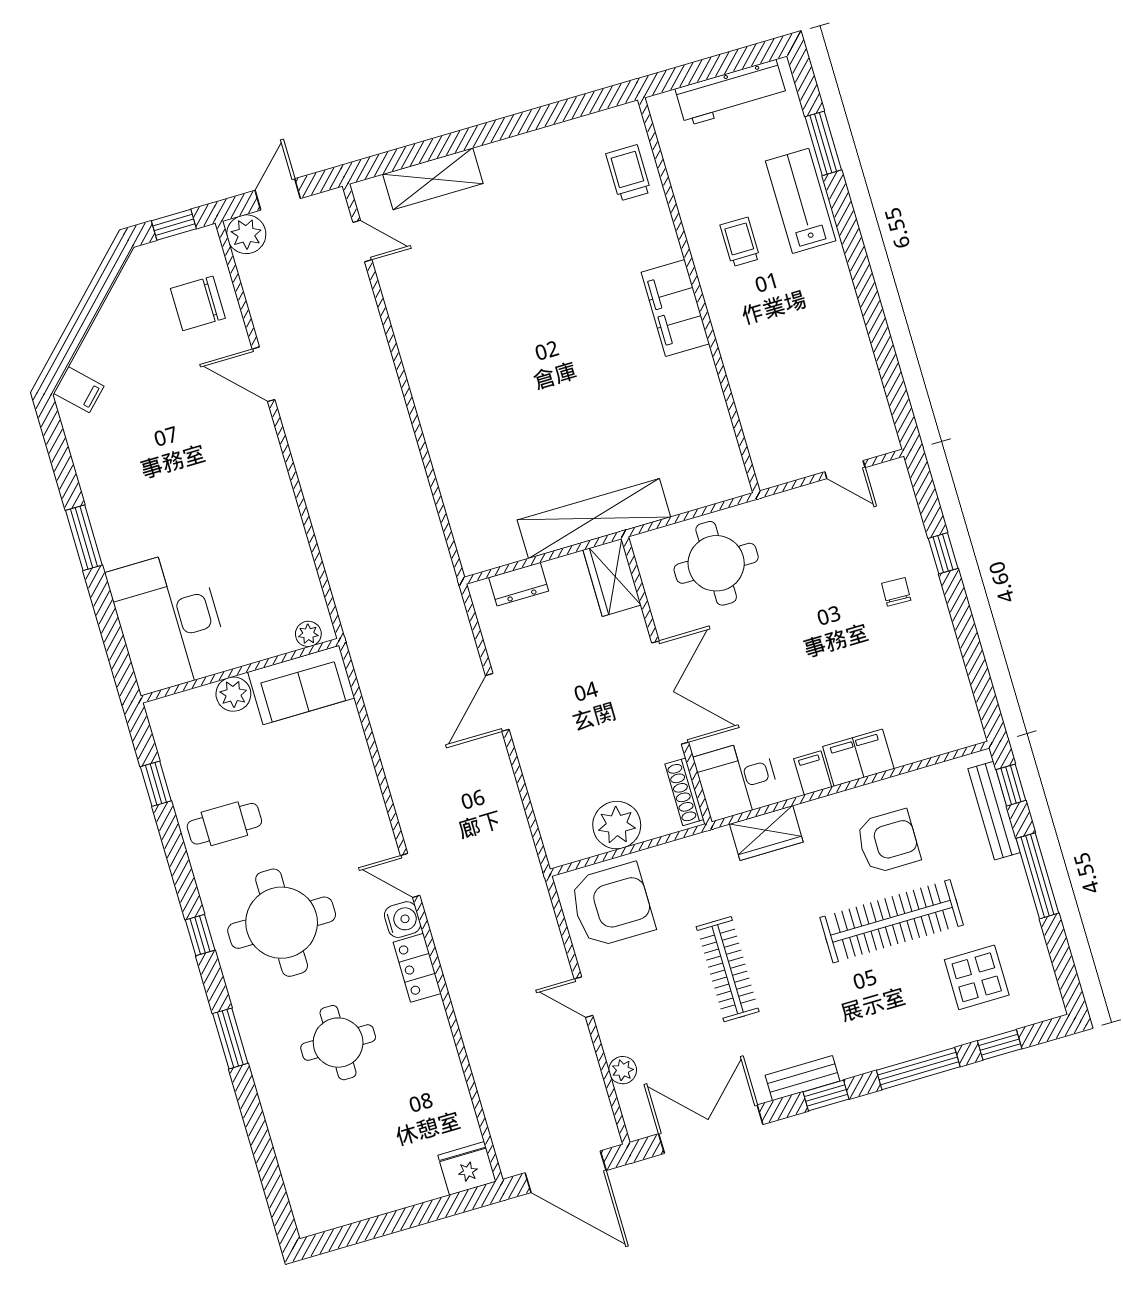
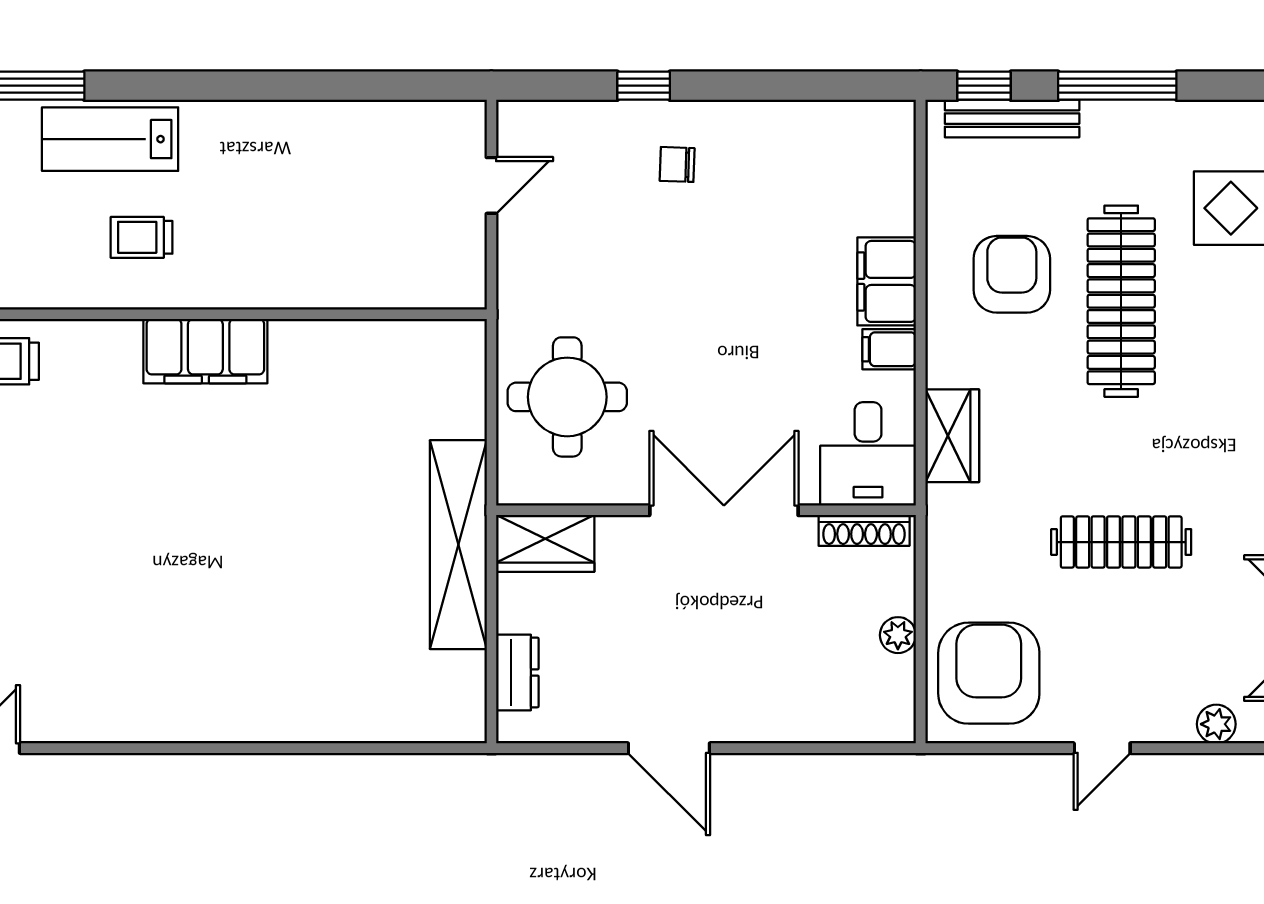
plant: (617, 825) -> (898, 635), width x0.53, depth x0.53

